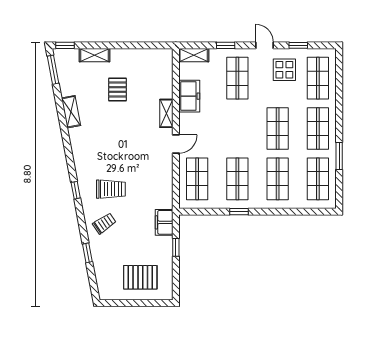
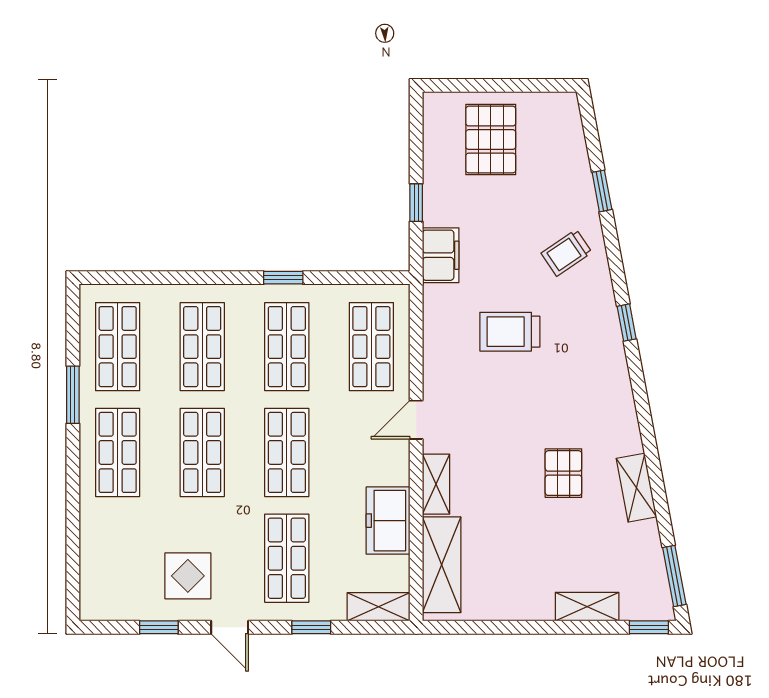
shelving: (164, 75) -> (442, 565), added
shop shelf: (318, 78) -> (287, 452), moved
pallet: (117, 90) -> (563, 473), moved
trolley: (111, 189) -> (510, 332), moved
pallet: (140, 277) -> (491, 140), turned 90

